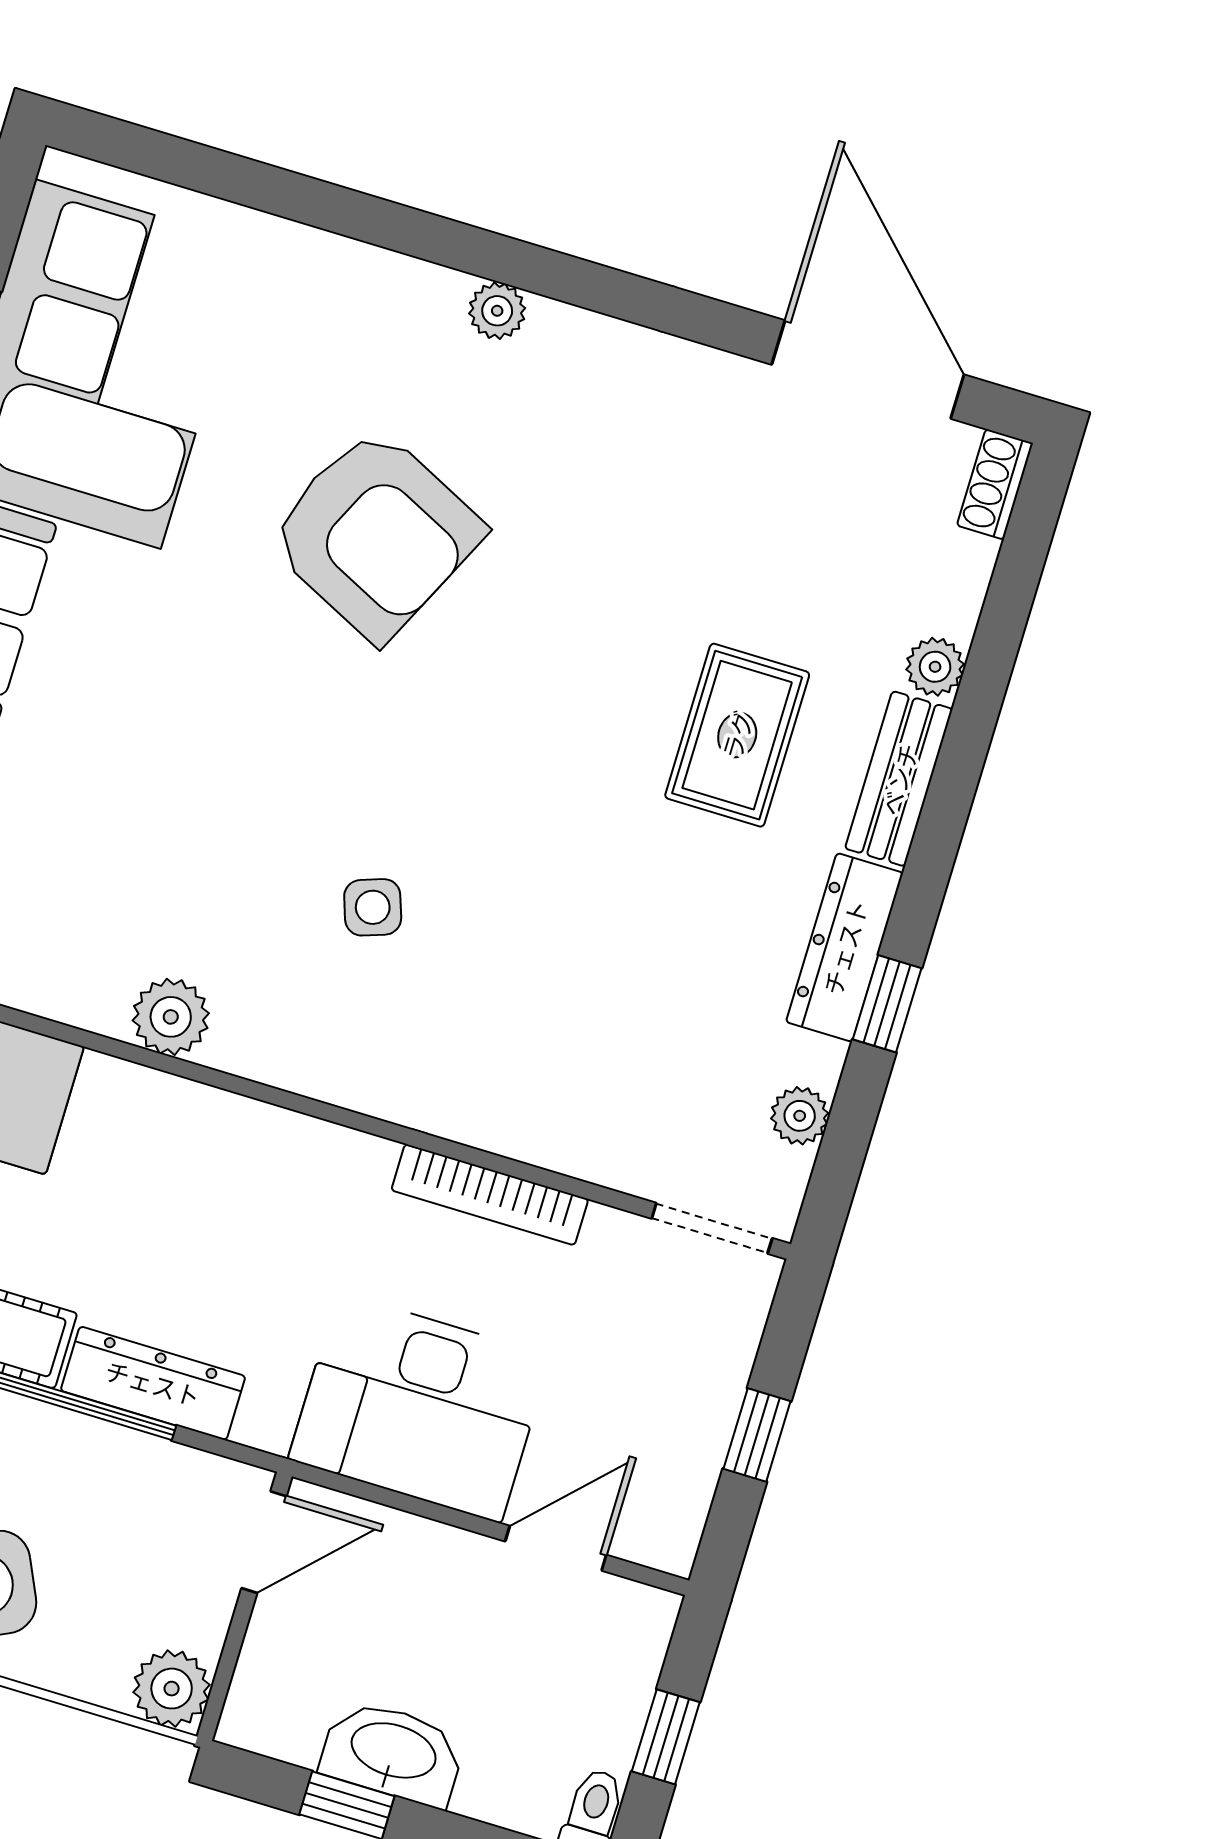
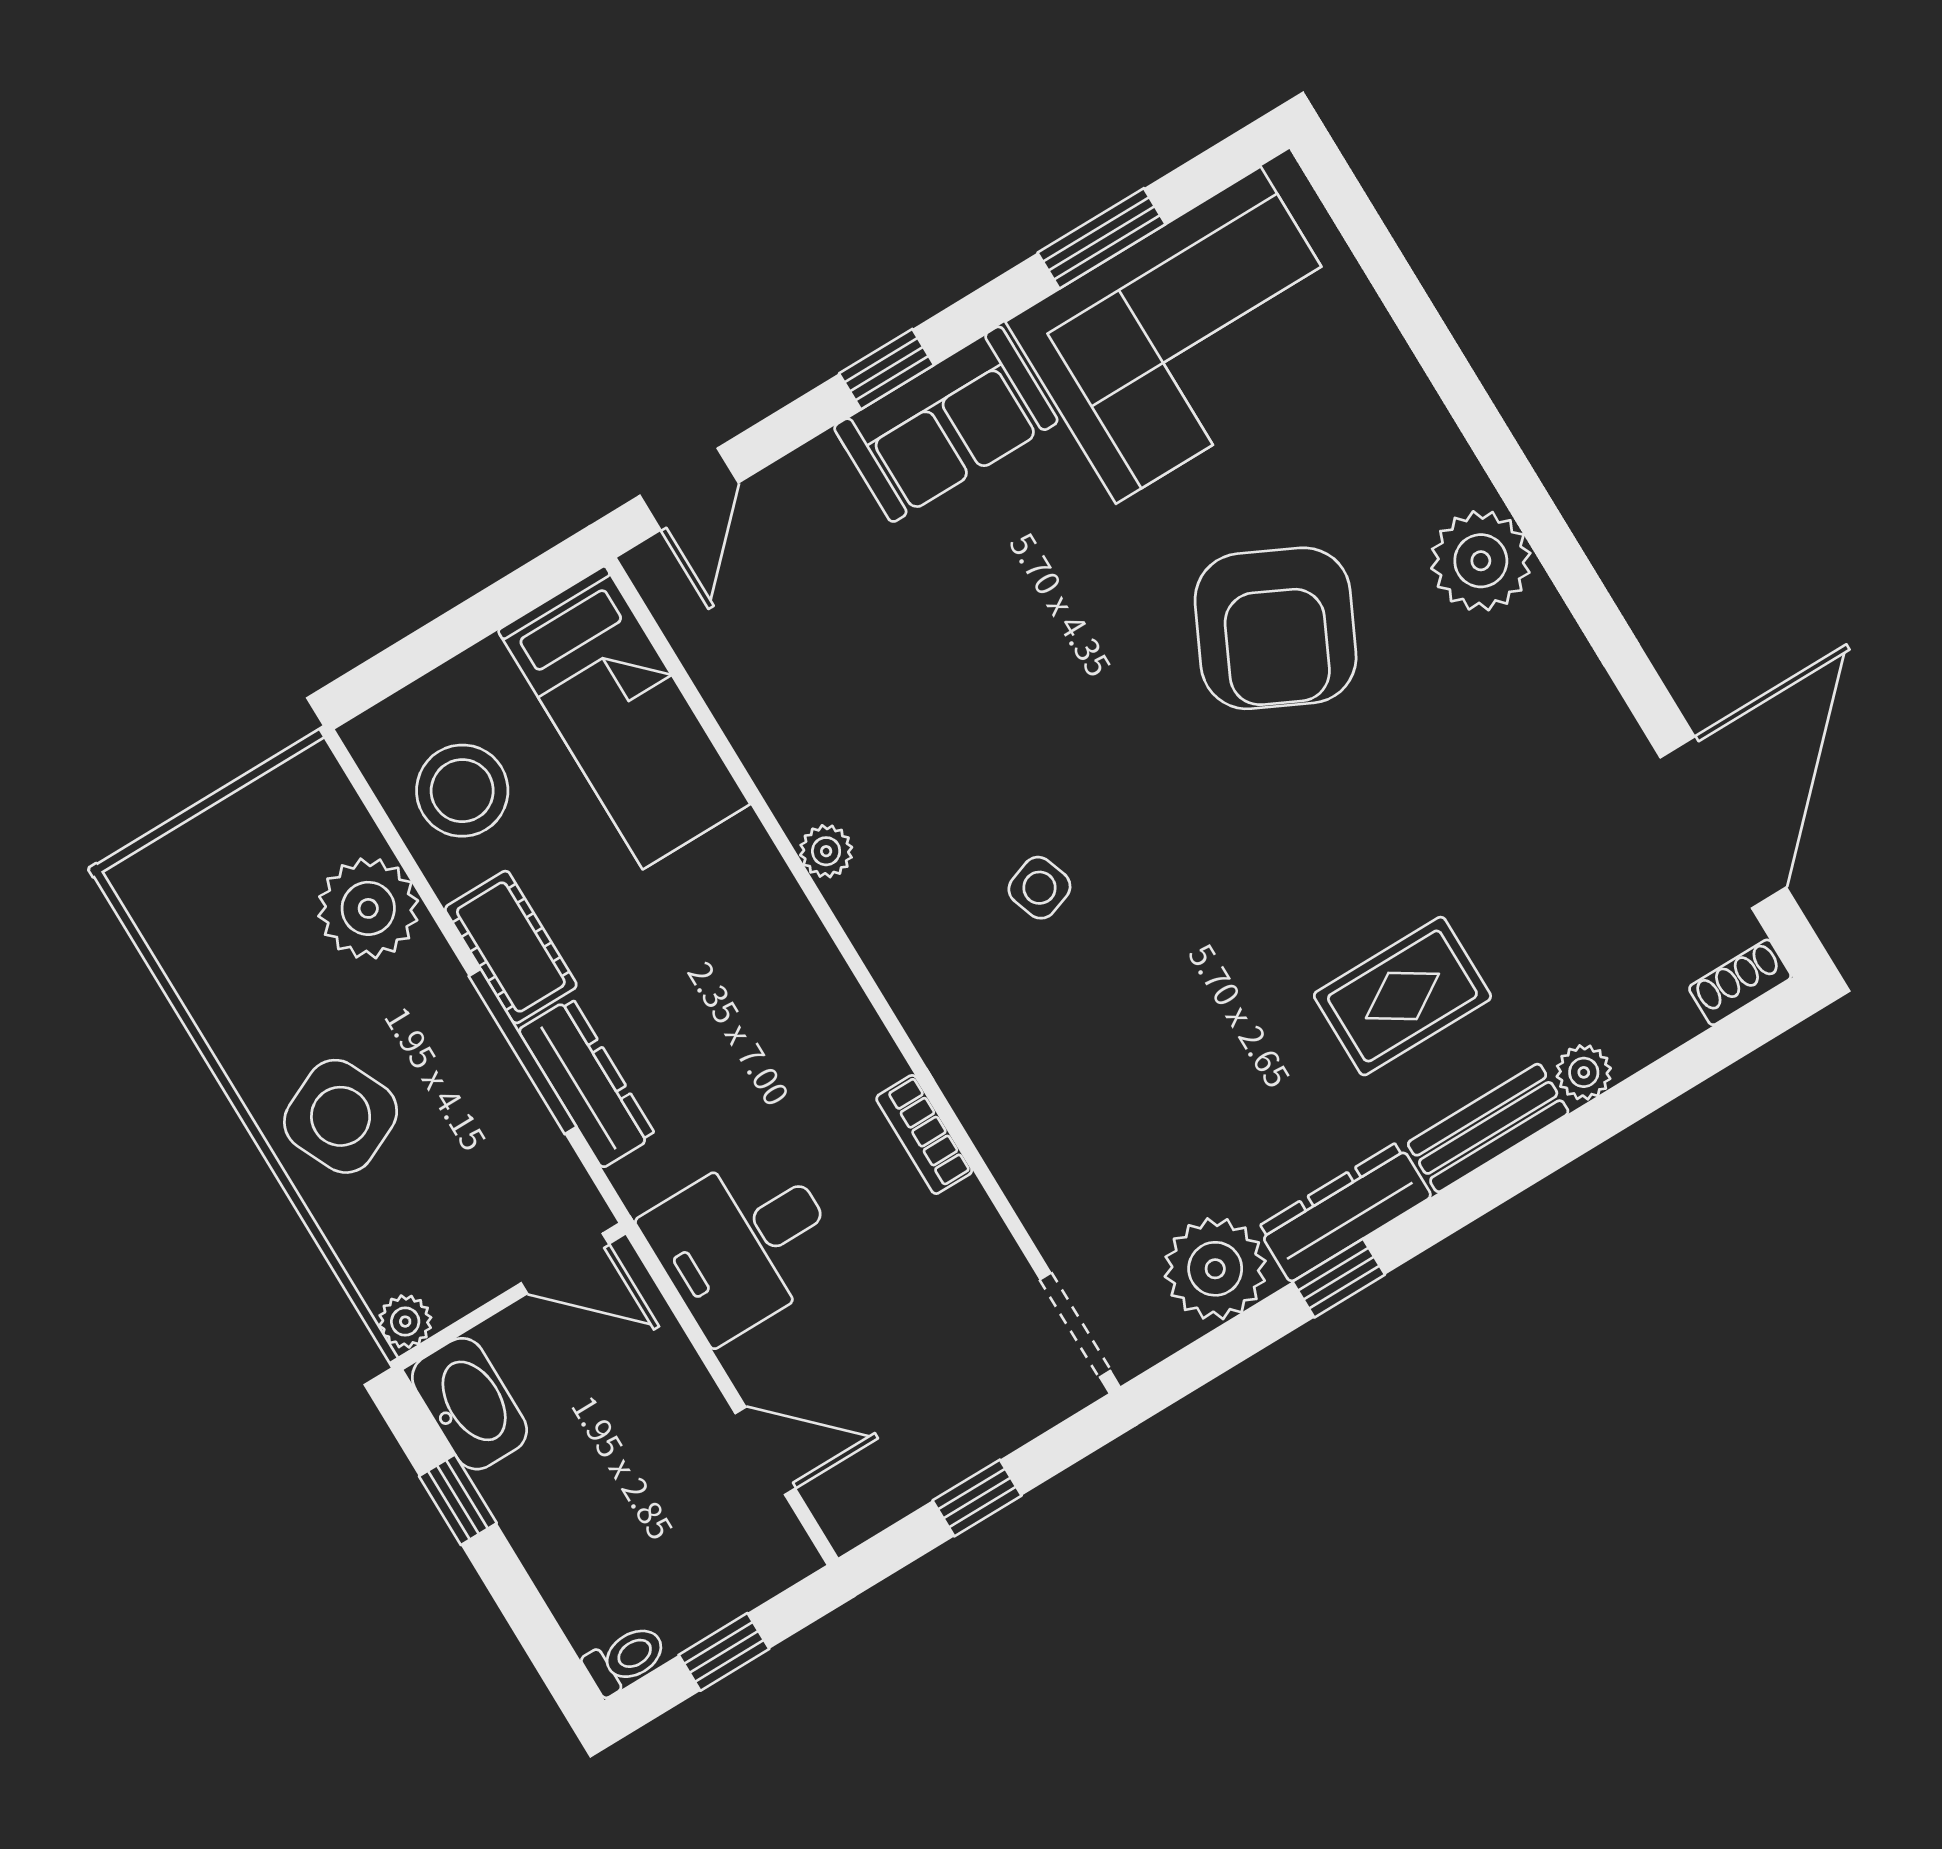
plant: (497, 311) -> (1481, 561), width x1.88, depth x1.88
plant: (171, 1017) -> (826, 851), width x0.73, depth x0.73
plant: (800, 1116) -> (1215, 1269), width x1.87, depth x1.87
bookcase: (490, 1195) -> (924, 1134), width x0.64
desk: (420, 1408) -> (743, 1243), width x0.73
plant: (172, 1689) -> (405, 1322), width x0.73, depth x0.73
washbasin: (393, 1753) -> (469, 1404), moved

